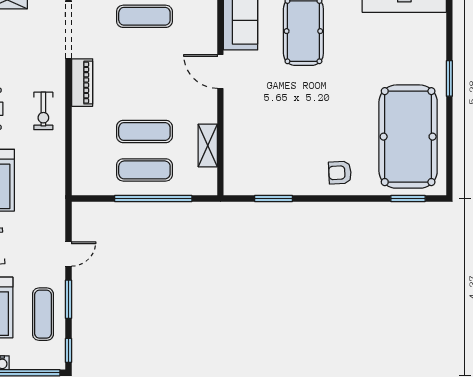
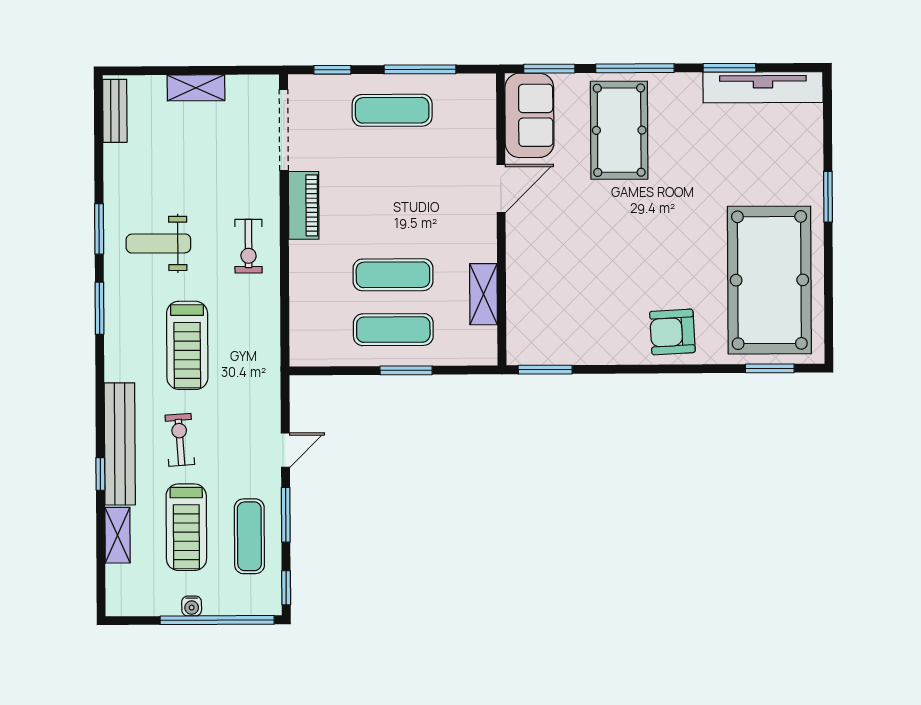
door: (220, 71) -> (501, 188), swing flipped
armchair: (340, 173) -> (672, 332), width x1.38, depth x1.38
window: (153, 198) -> (406, 370), width x0.47
window: (274, 198) -> (545, 370), moved

